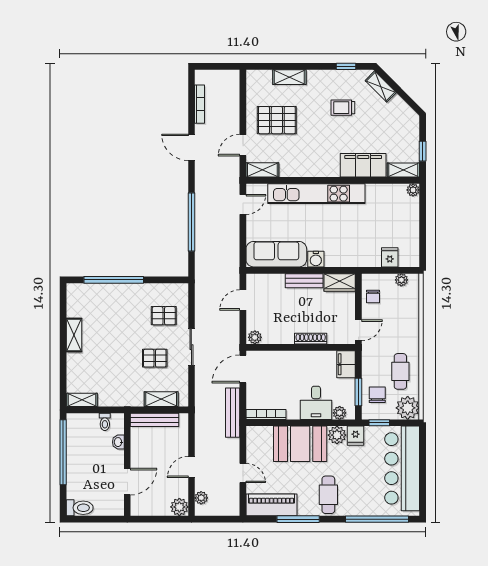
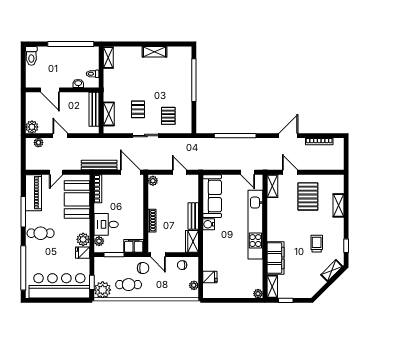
chair: (377, 395) -> (143, 268), moved
window: (379, 423) -> (92, 282), moved
booth: (300, 444) -> (77, 199), moved

